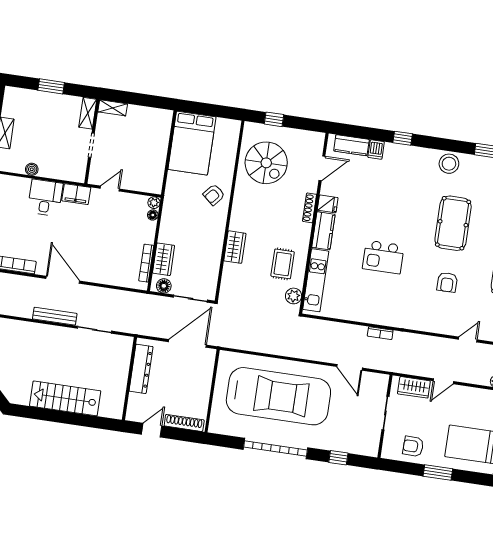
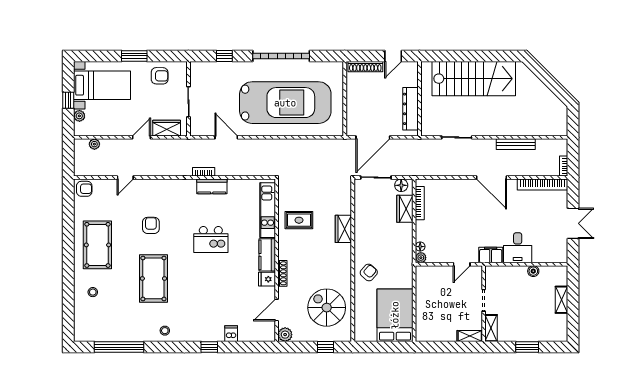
kitchen counter: (351, 145) -> (212, 186), moved, turned 180
stool: (449, 164) -> (165, 331), width x0.53, depth x0.53
kitchen island: (383, 257) -> (211, 239), turned 180
rug: (283, 264) -> (299, 220), turned 90
plant: (294, 296) -> (285, 335), moved
bench: (55, 316) -> (516, 144), moved
car: (278, 396) -> (285, 103), turned 180
stairs: (65, 398) -> (474, 79), width x1.36, depth x1.51

